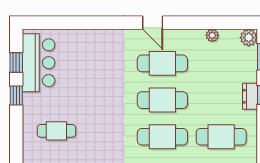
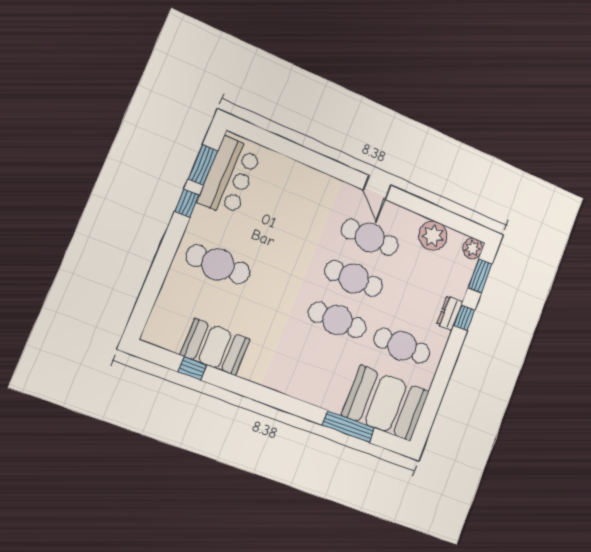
plant: (212, 35) -> (433, 236), width x1.87, depth x1.87
window: (16, 62) -> (203, 165), width x1.50
cafe table: (56, 131) -> (218, 264), width x1.37, depth x1.35

